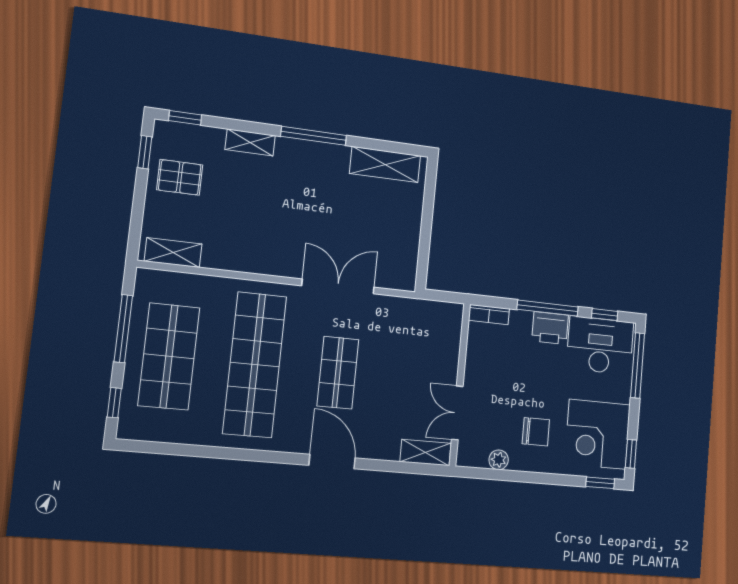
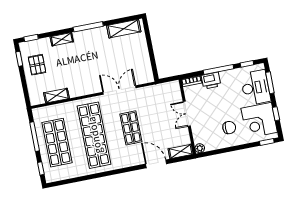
pallet: (180, 177) -> (37, 65), turned 90
shelving: (173, 253) -> (57, 96), moved
printer: (550, 328) -> (211, 81), moved
desk: (600, 345) -> (255, 88), moved, turned 90
window: (638, 365) -> (270, 83), width x0.69
double door: (457, 413) -> (187, 114), moved
window: (631, 454) -> (276, 114), moved
plant: (499, 460) -> (200, 148), moved
door: (332, 462) -> (156, 164), moved

